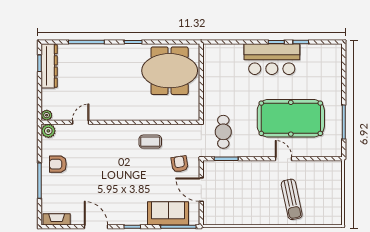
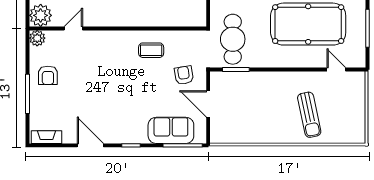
plant: (47, 115) -> (41, 15), width x1.87, depth x1.87
cafe table: (223, 132) -> (233, 39), width x1.37, depth x1.35
door: (284, 159) -> (336, 69), moved
armchair: (58, 164) -> (48, 75), turned -90

